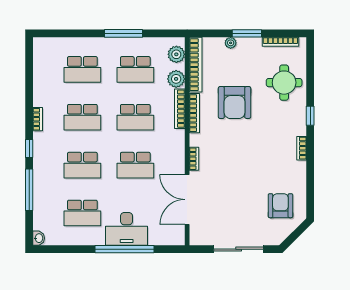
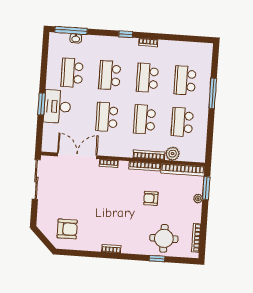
window: (124, 33) -> (213, 93), moved
window: (247, 33) -> (206, 188), moved
plant: (176, 54) -> (192, 155), removed
armchair: (235, 103) -> (151, 198), width x0.53, depth x0.53
window: (310, 116) -> (157, 259), moved
window: (29, 190) -> (71, 30), moved
washbasin: (39, 238) -> (76, 38), moved
window: (124, 249) -> (41, 104), width x0.47
sliding door: (239, 249) -> (36, 179), moved

